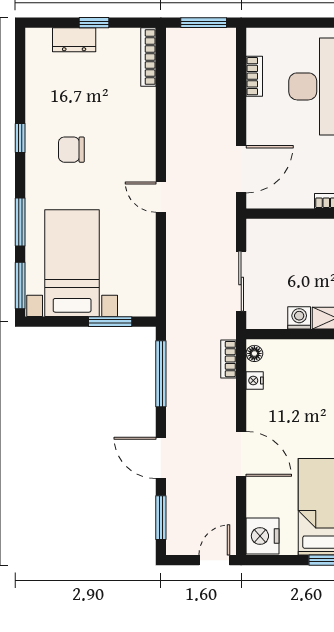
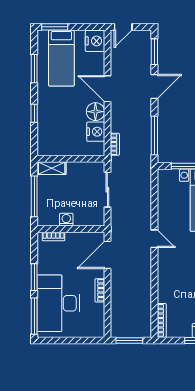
bookcase: (254, 76) -> (100, 290), moved
washing machine: (299, 318) -> (66, 220), moved, turned 180
floor lamp: (254, 353) -> (95, 112), moved, width x1.89, depth x1.89
nightstand: (255, 381) -> (96, 132), width x1.89, depth x1.79
door: (161, 458) -> (154, 87), hinge flipped

